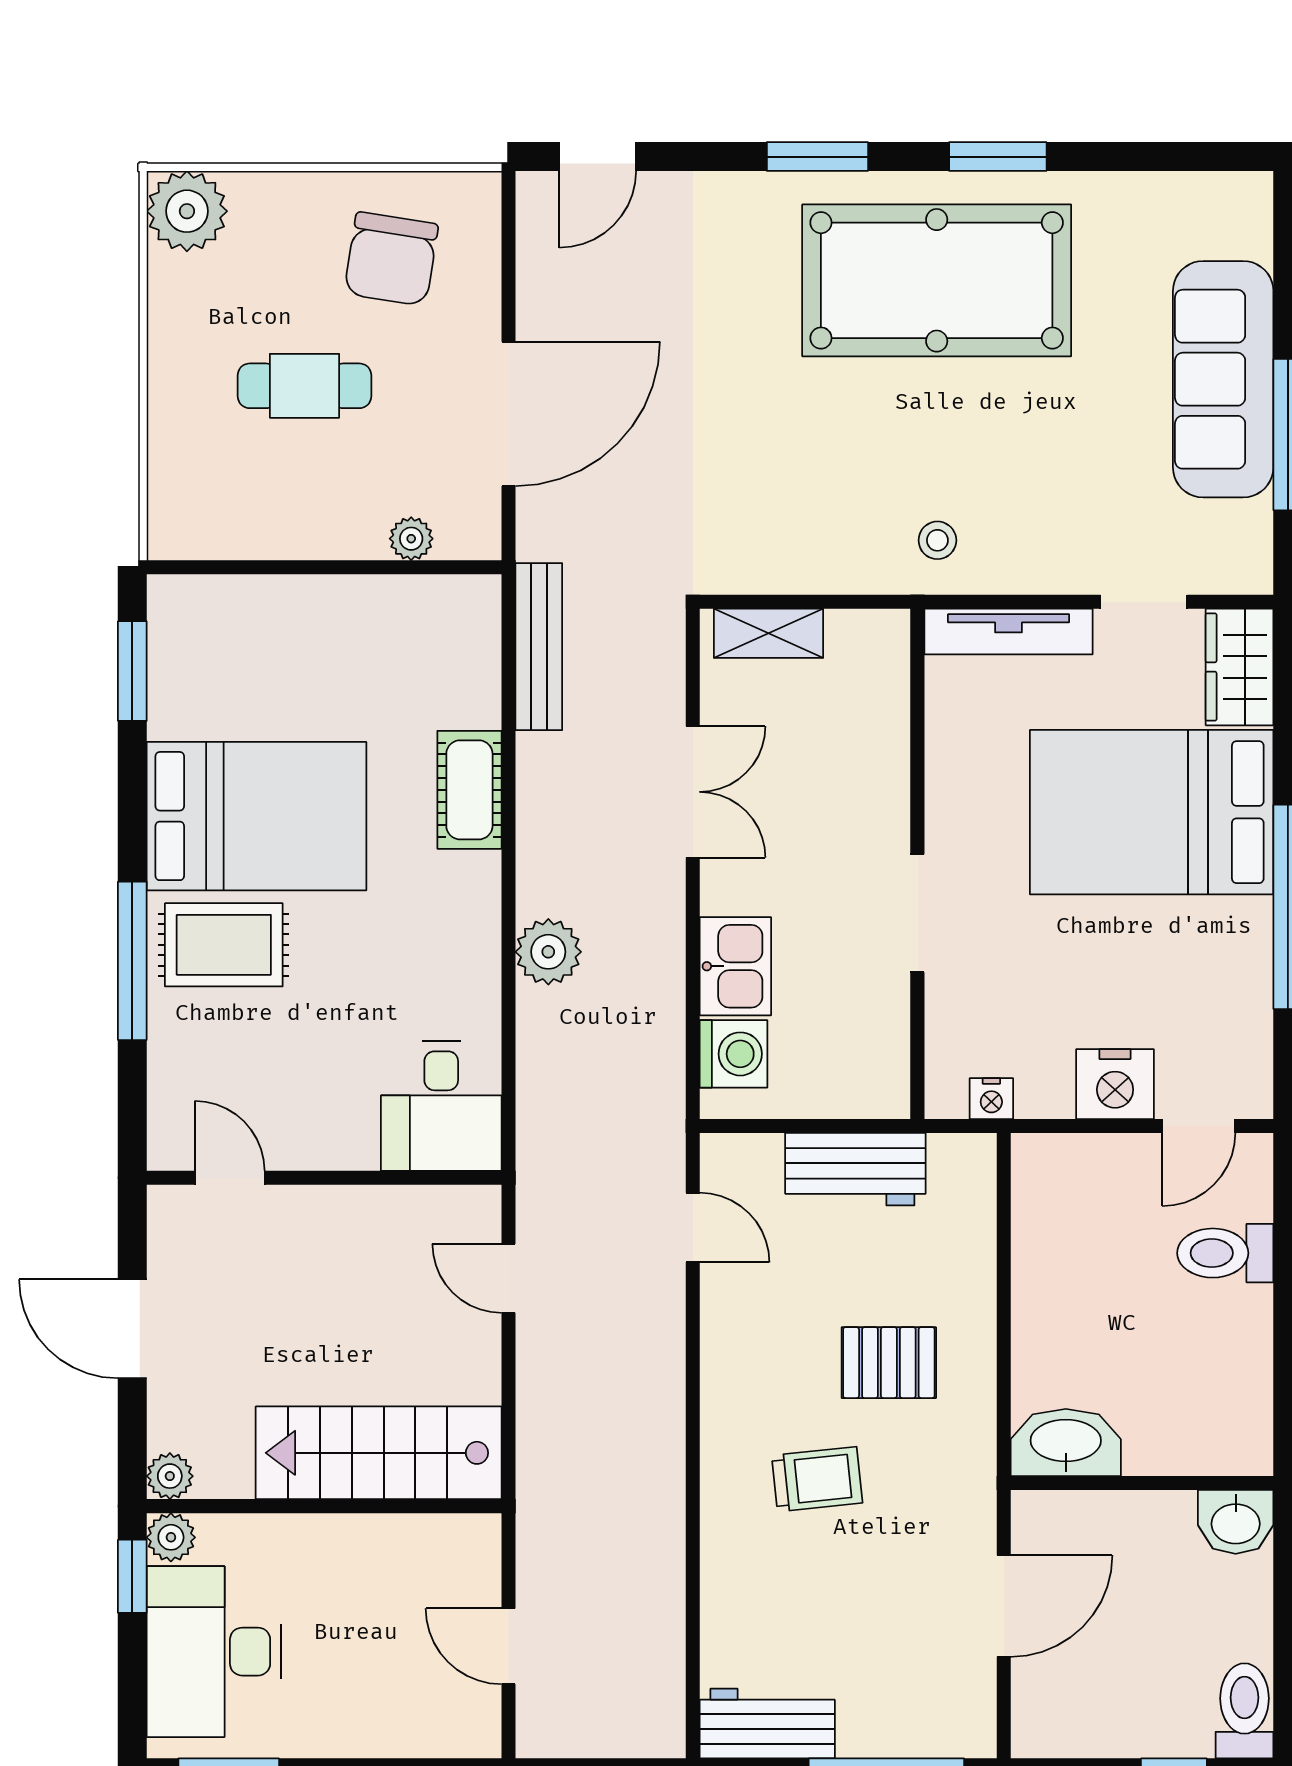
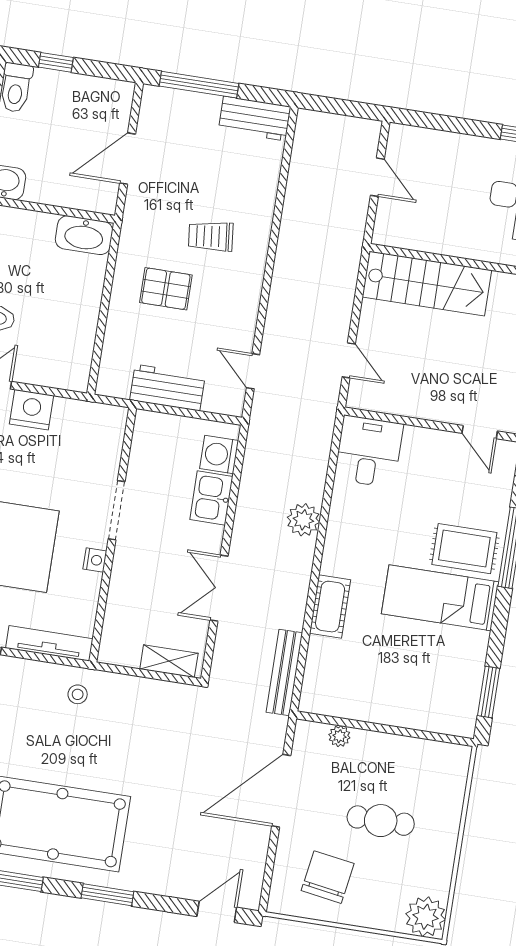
bed: (257, 816) -> (440, 598), width x0.67
nightstand: (991, 1099) -> (95, 560), moved, turned 90

